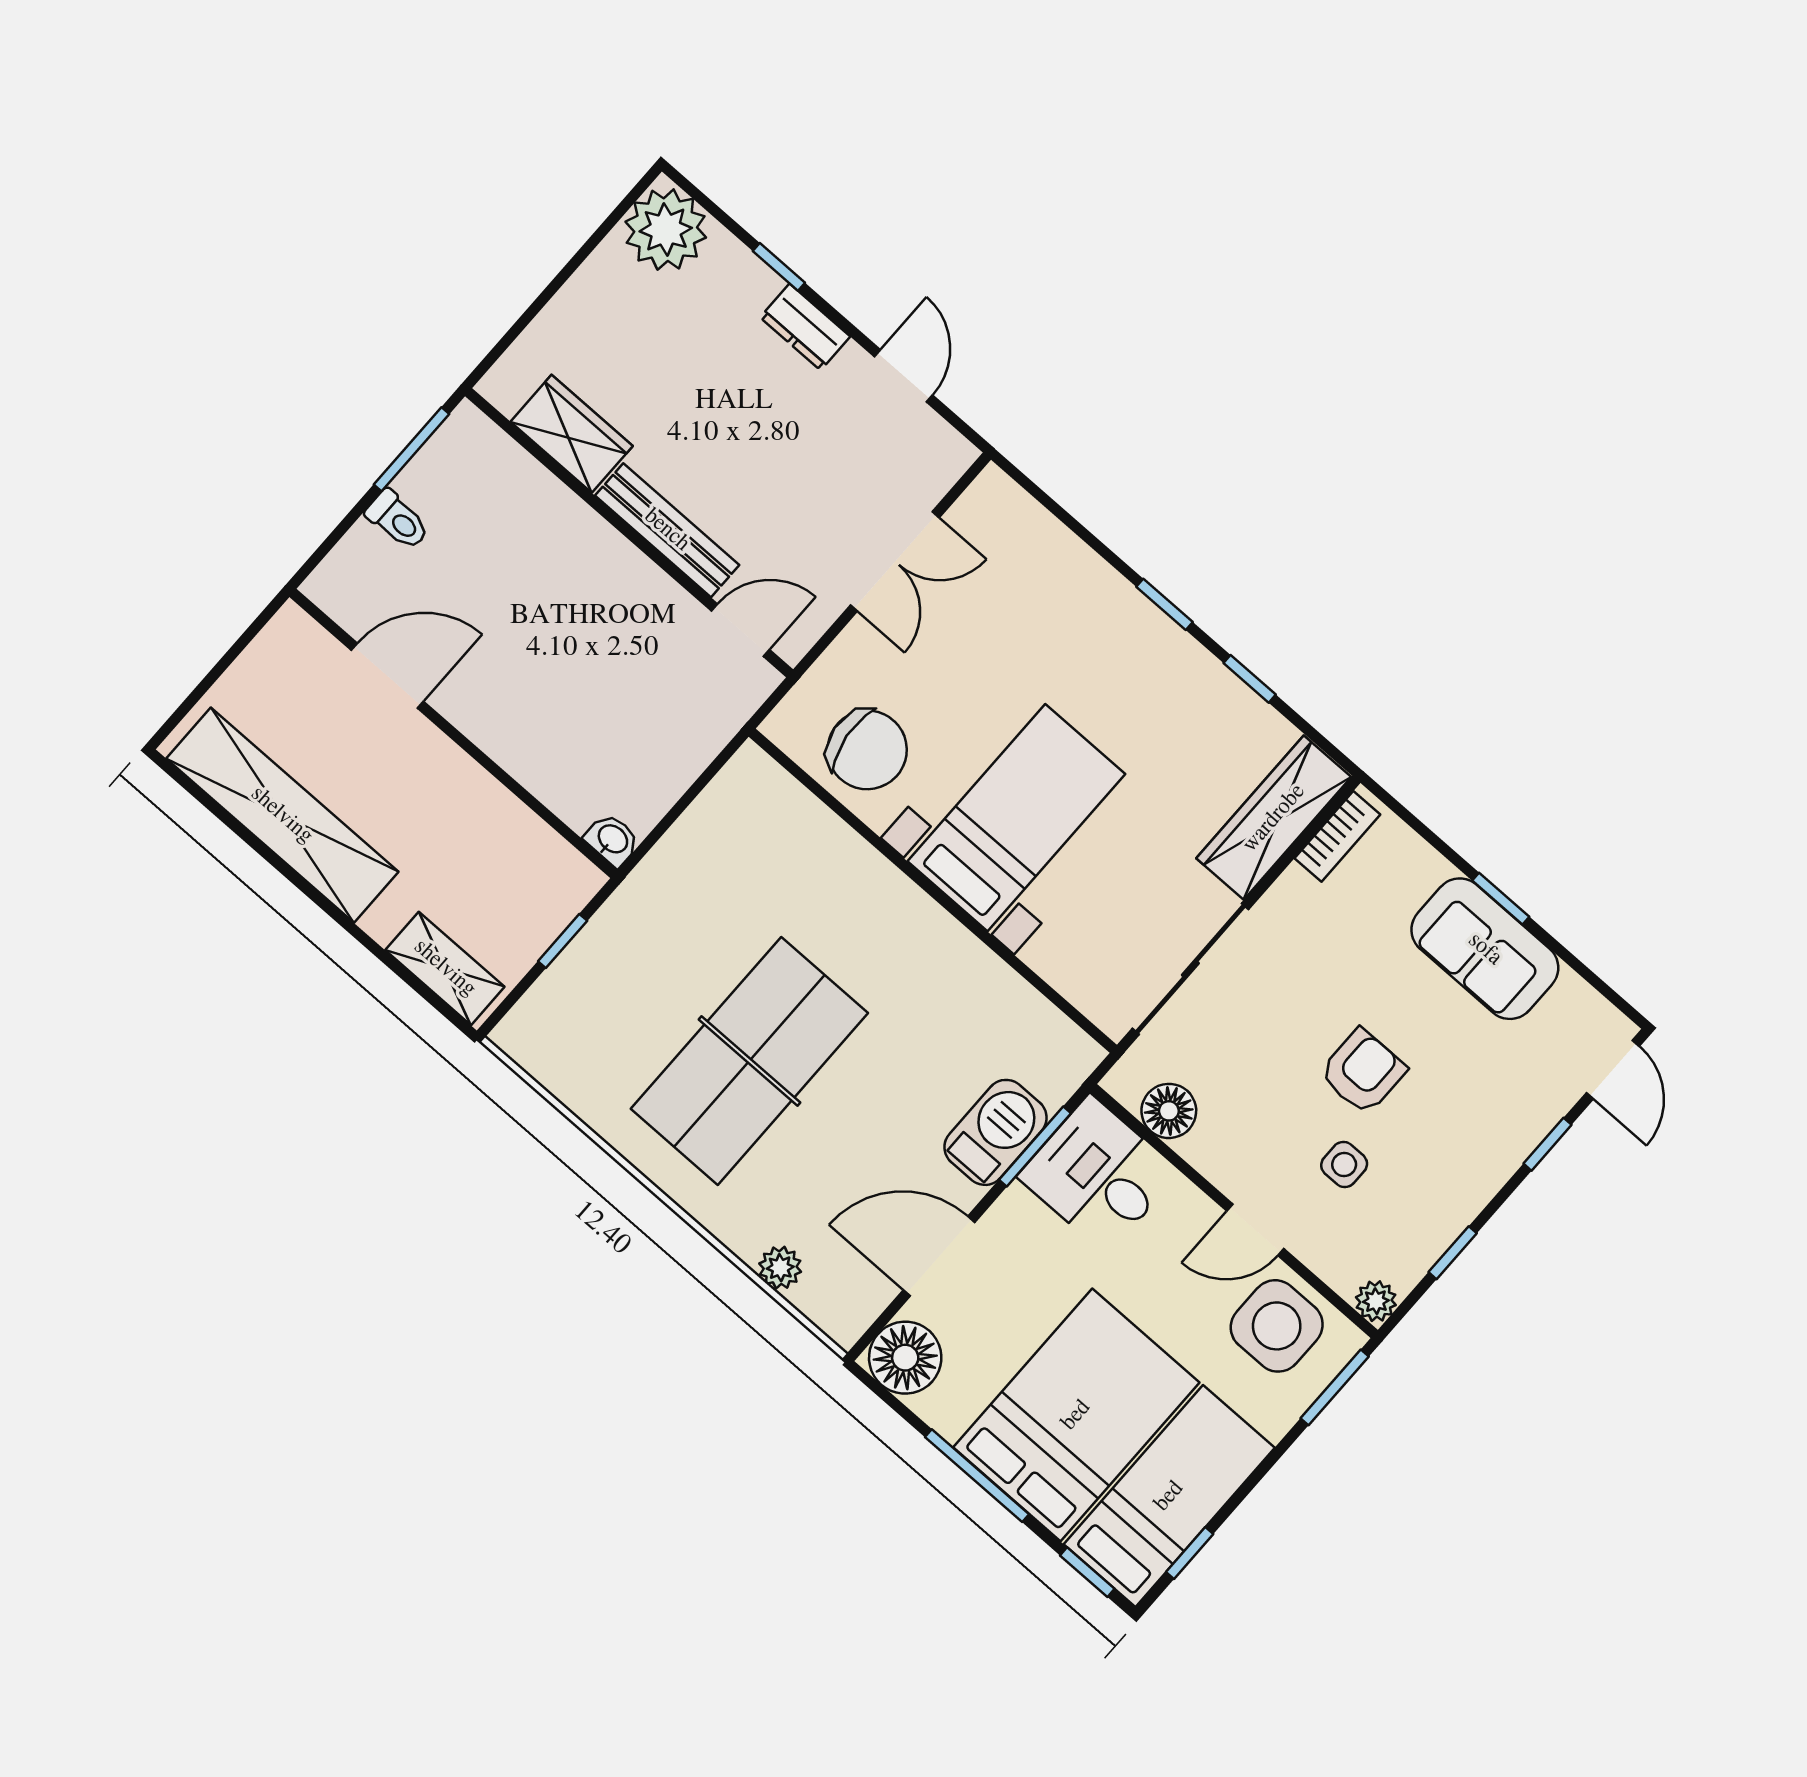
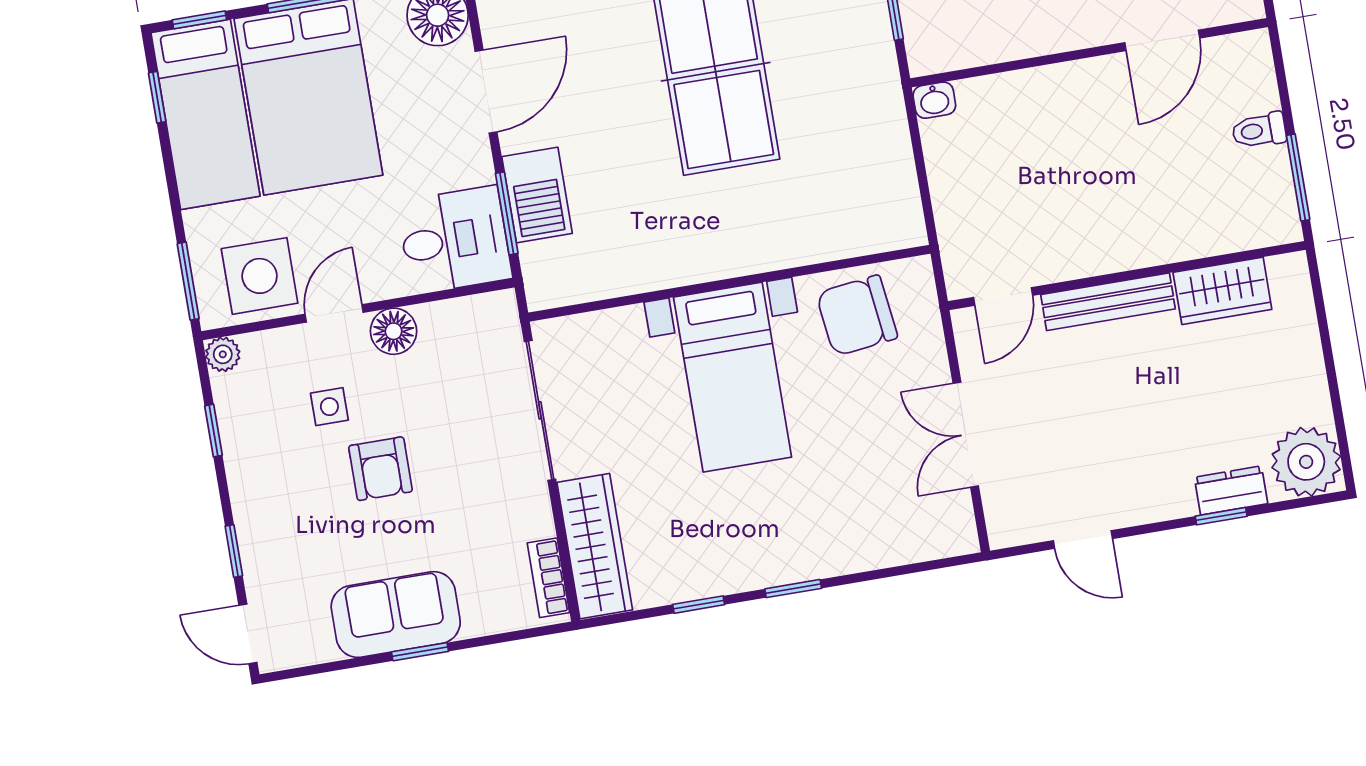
dresser: (805, 327) -> (1231, 490), moved
floor lamp: (1169, 1111) -> (394, 331), moved

